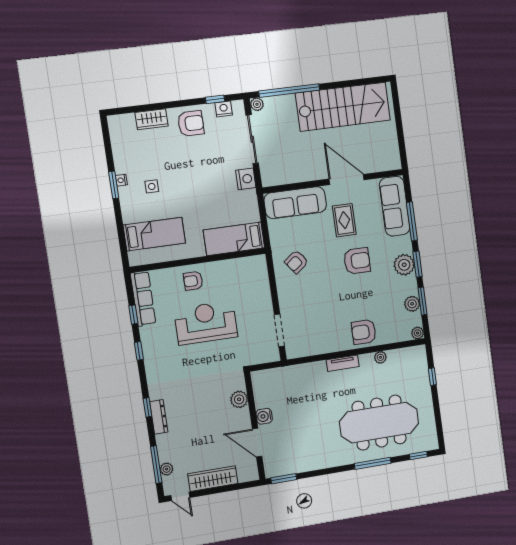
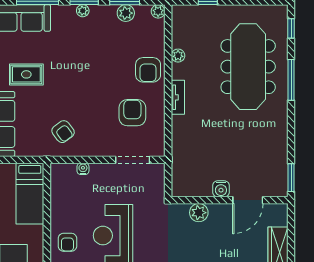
armchair: (357, 261) -> (132, 113), moved
plant: (404, 265) -> (83, 11), width x0.53, depth x0.53
water cooler: (264, 285) -> (83, 169), added

